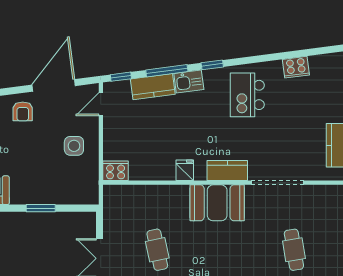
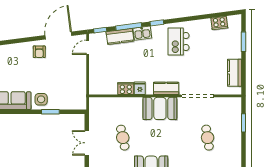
cooker: (296, 67) -> (219, 23), moved
side table: (74, 146) -> (41, 99), moved
cooker: (116, 171) -> (126, 89), moved

